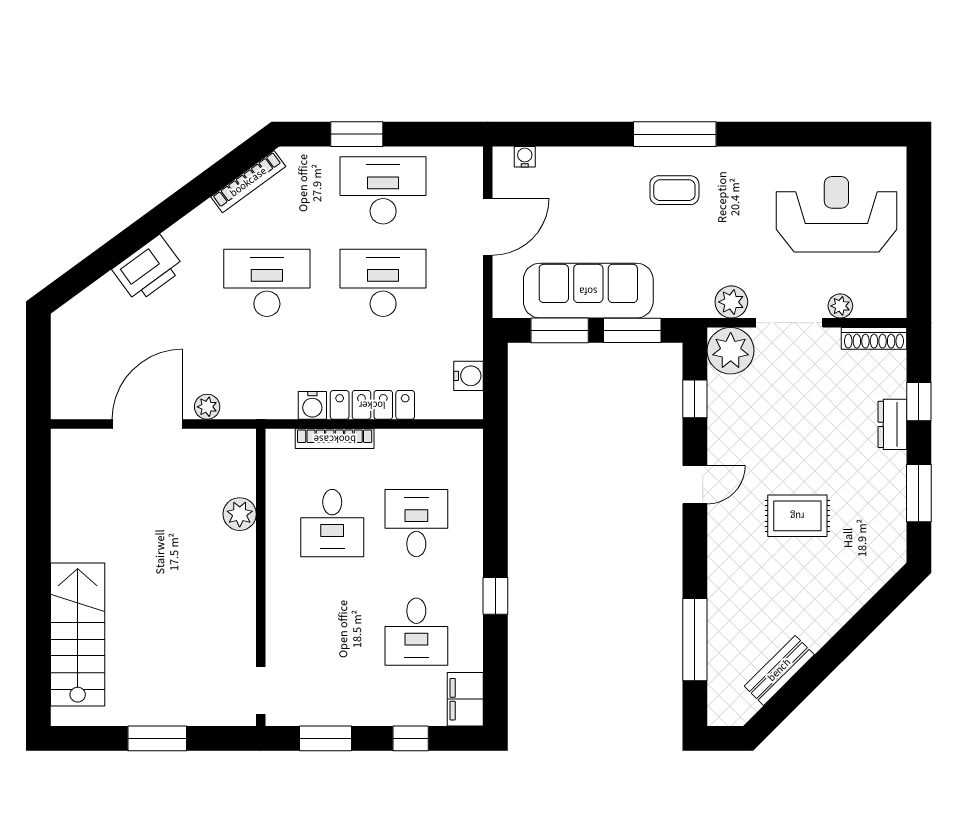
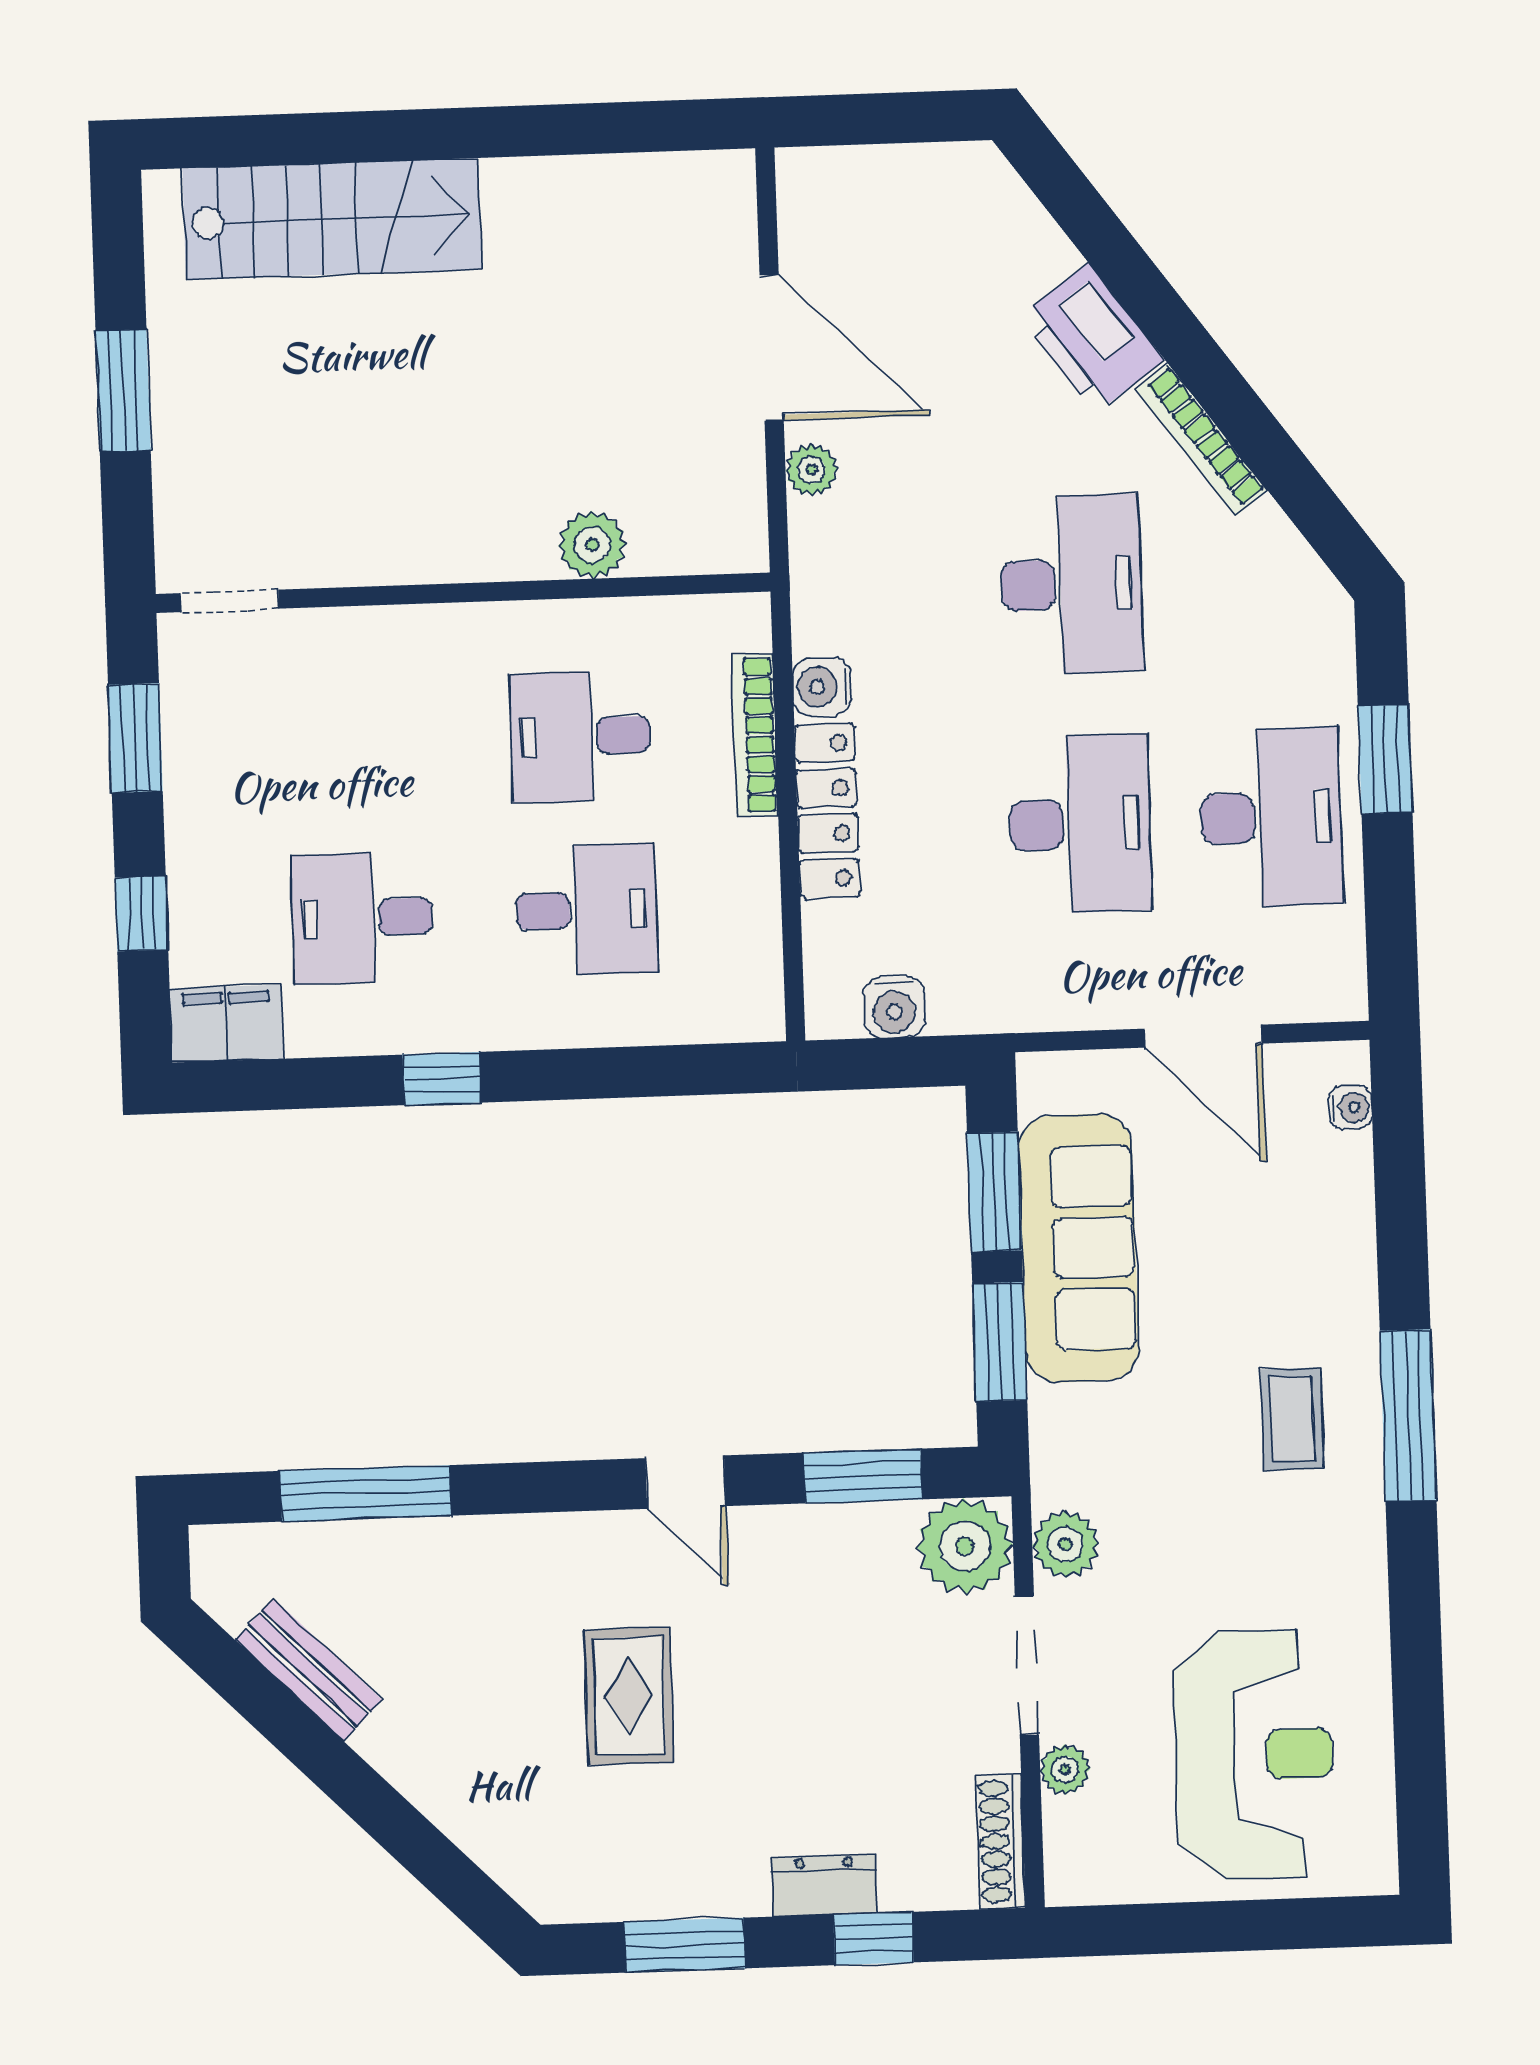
bookcase: (248, 182) -> (1202, 440), moved
window: (695, 399) -> (863, 1476), width x1.50

